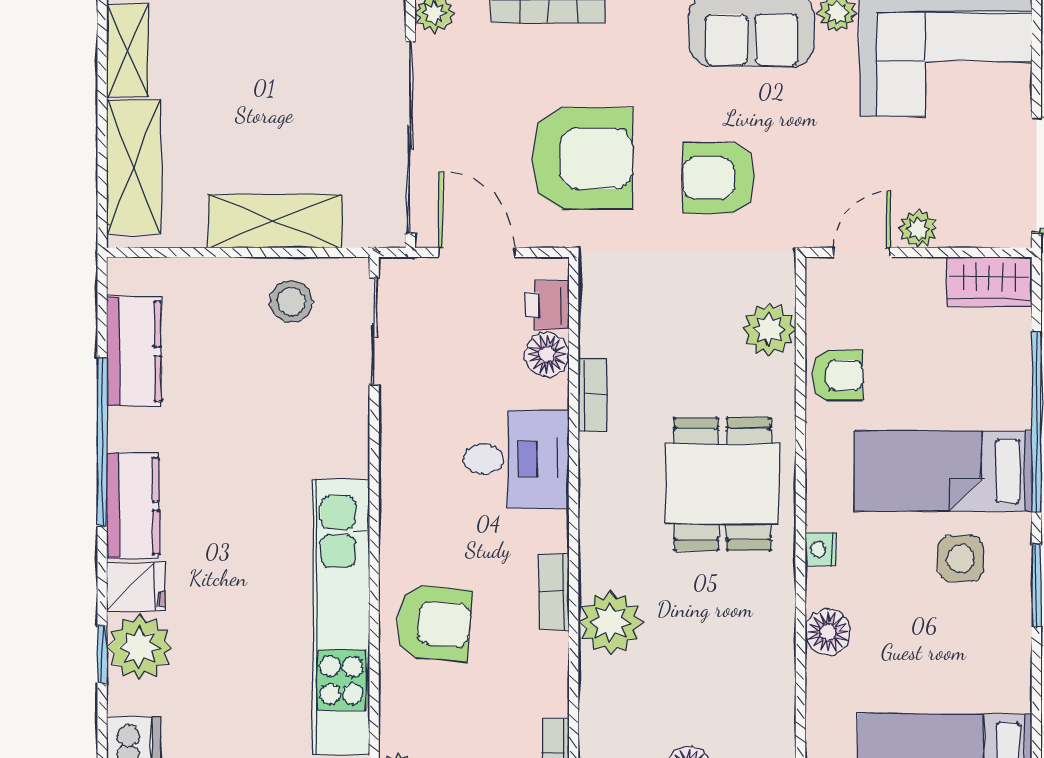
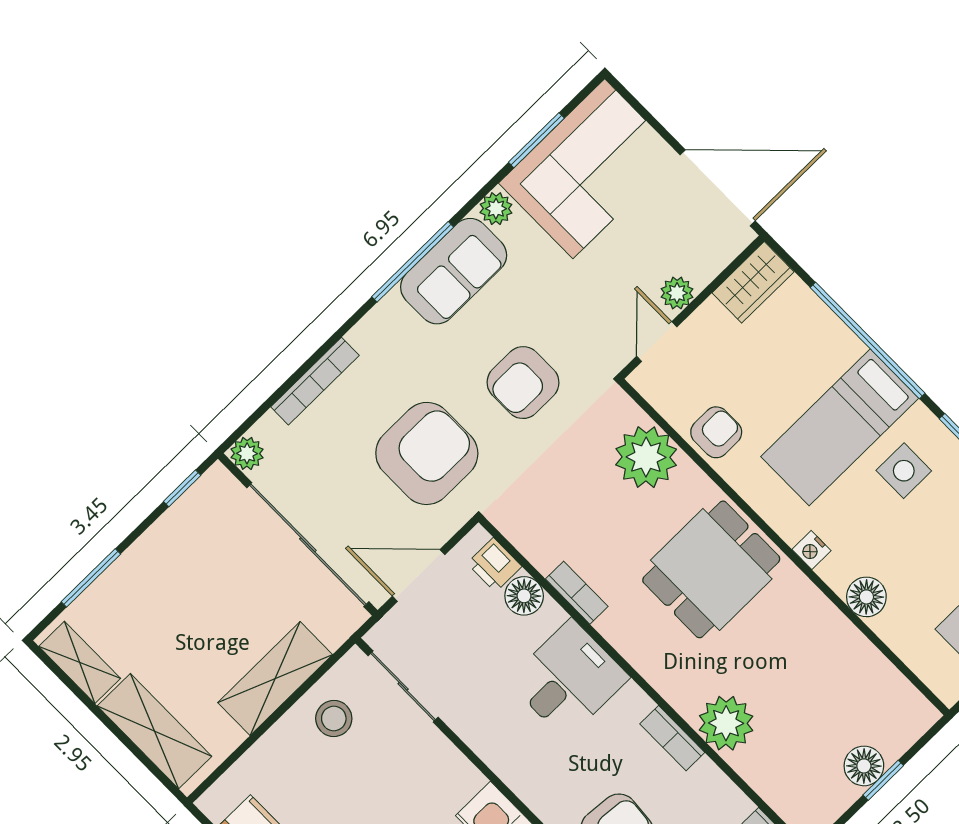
plant: (769, 329) -> (646, 457), width x1.36, depth x1.36
dining table: (722, 484) -> (711, 569), turned 90

